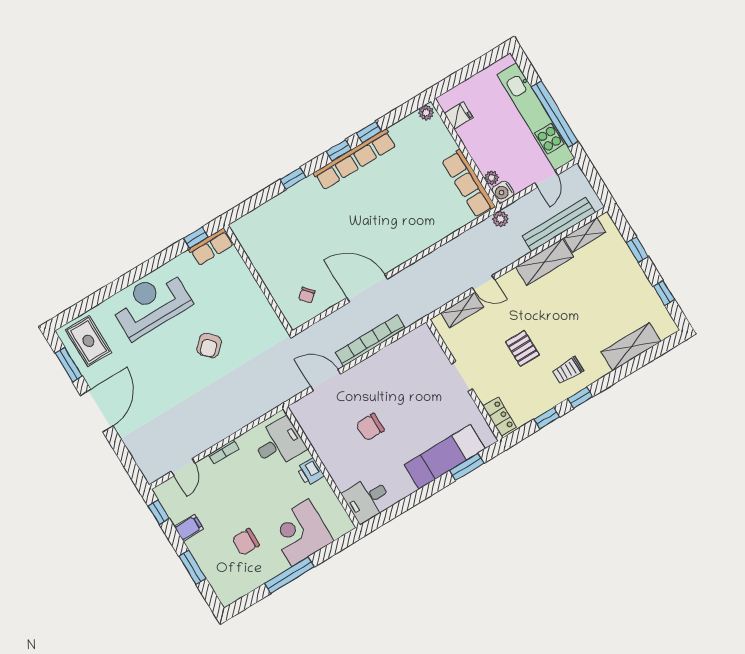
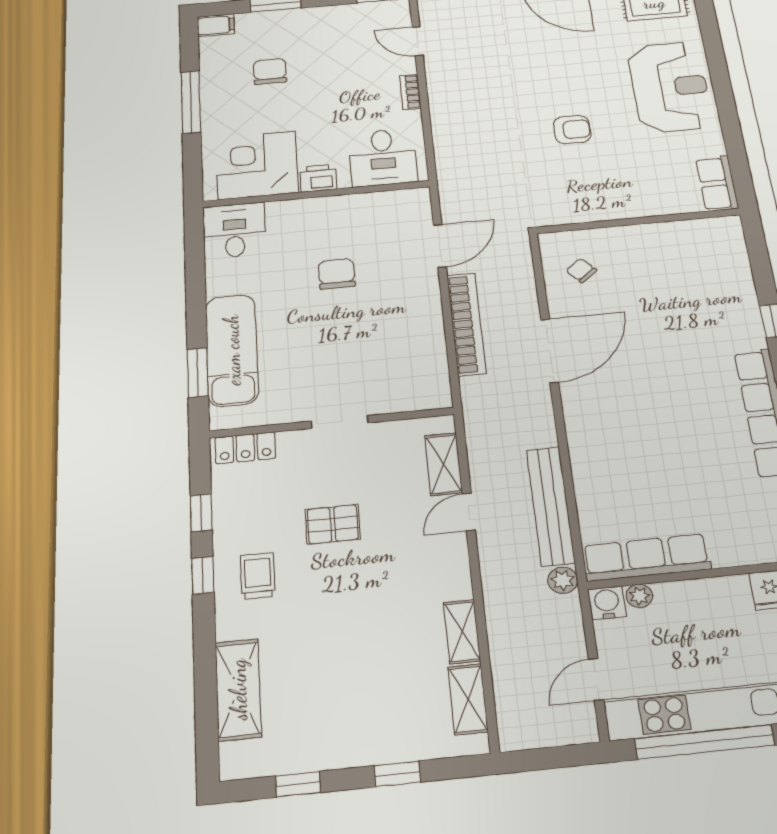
door: (546, 179) -> (596, 679), hinge flipped
bench: (559, 224) -> (551, 506), moved
window: (196, 238) -> (740, 170), removed
shelving: (545, 262) -> (462, 632), width x0.67, depth x0.75
armchair: (209, 345) -> (572, 130), turned 133
filing cabinet: (189, 528) -> (216, 25), moved, turned -90
corner desk: (300, 533) -> (257, 165), moved, turned -90

